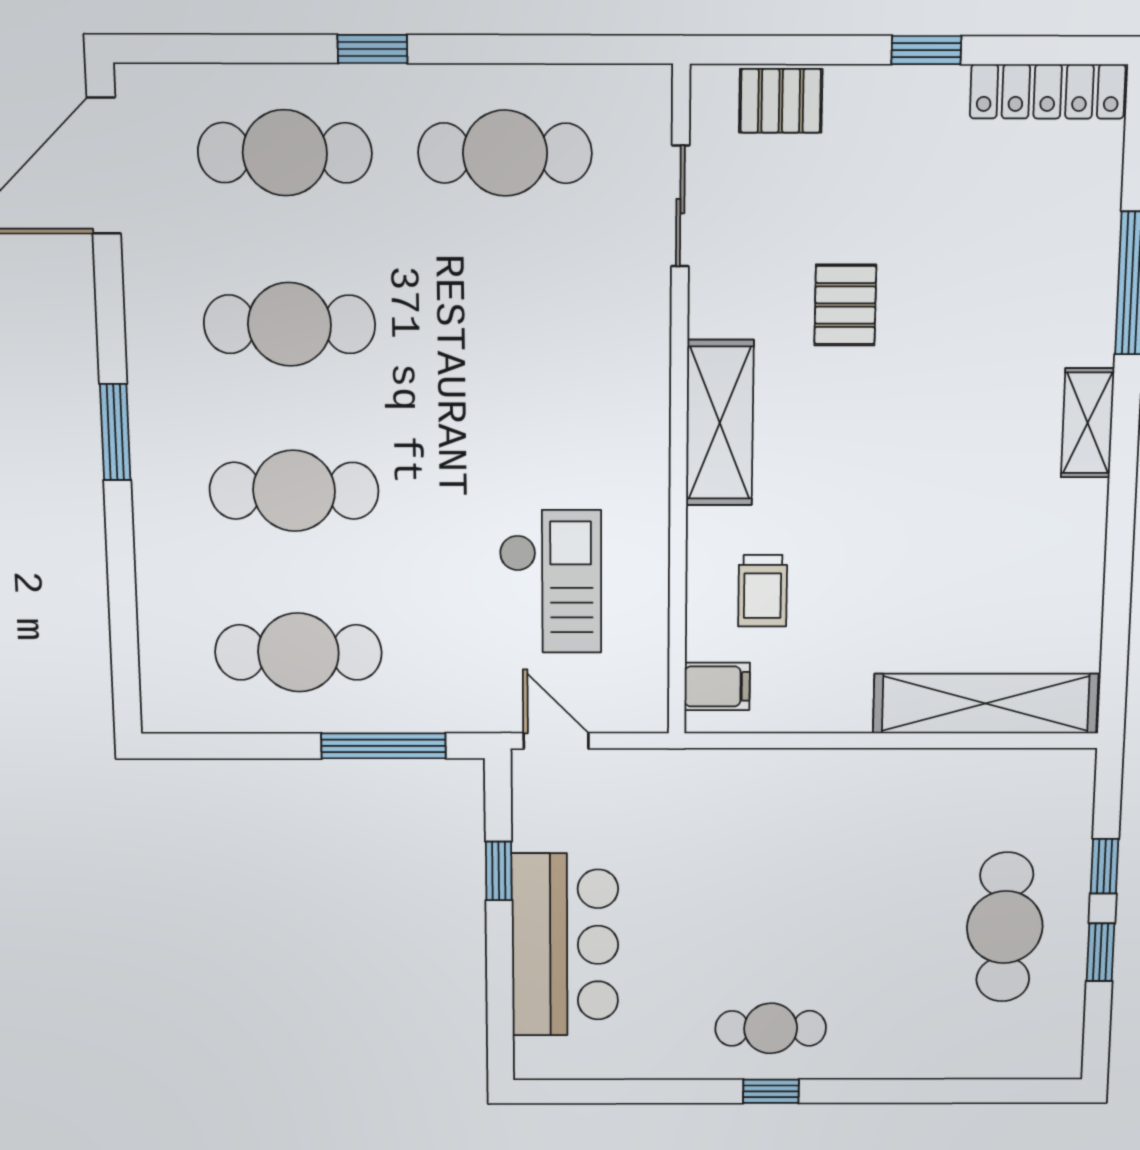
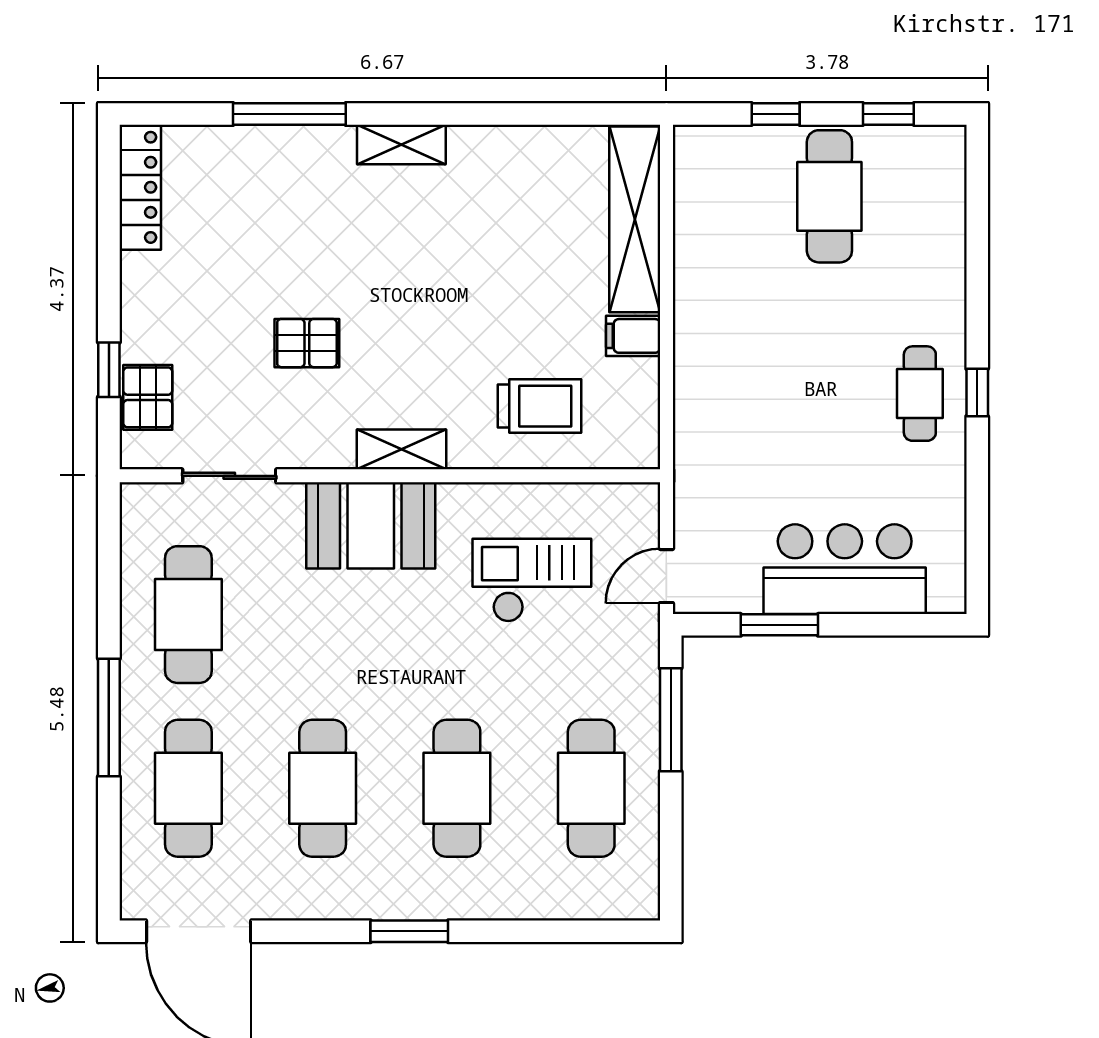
window: (372, 49) -> (109, 718), width x2.17
window: (926, 50) -> (109, 370), moved
booth: (618, 385) -> (371, 525), added
shelving: (720, 423) -> (401, 449), width x0.67, depth x0.75
trolley: (763, 591) -> (539, 406), width x1.36, depth x1.39
filing cabinet: (717, 686) -> (633, 336), moved, turned -90
window: (499, 871) -> (779, 625), width x1.50
cafe table: (1005, 927) -> (829, 196), turned 90
window: (1101, 952) -> (888, 114), moved

